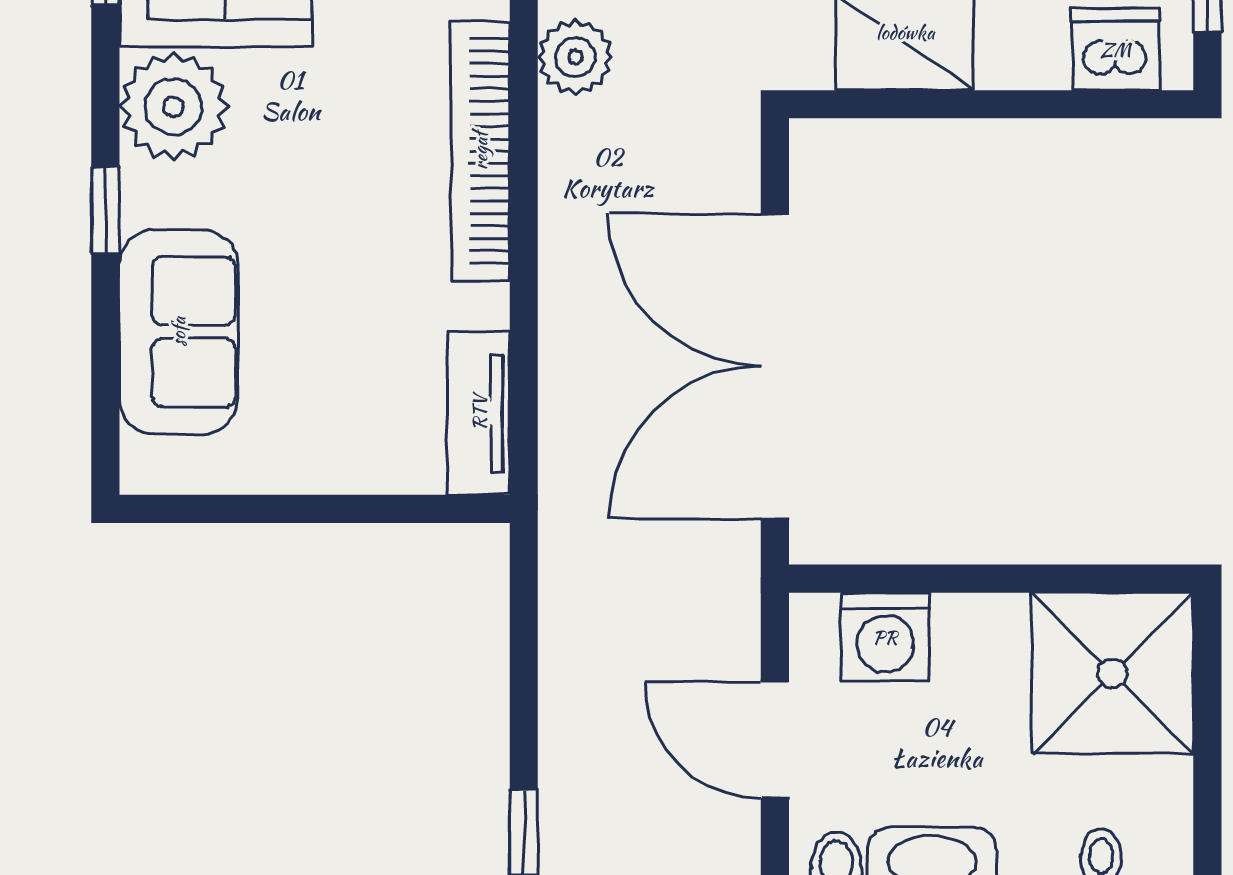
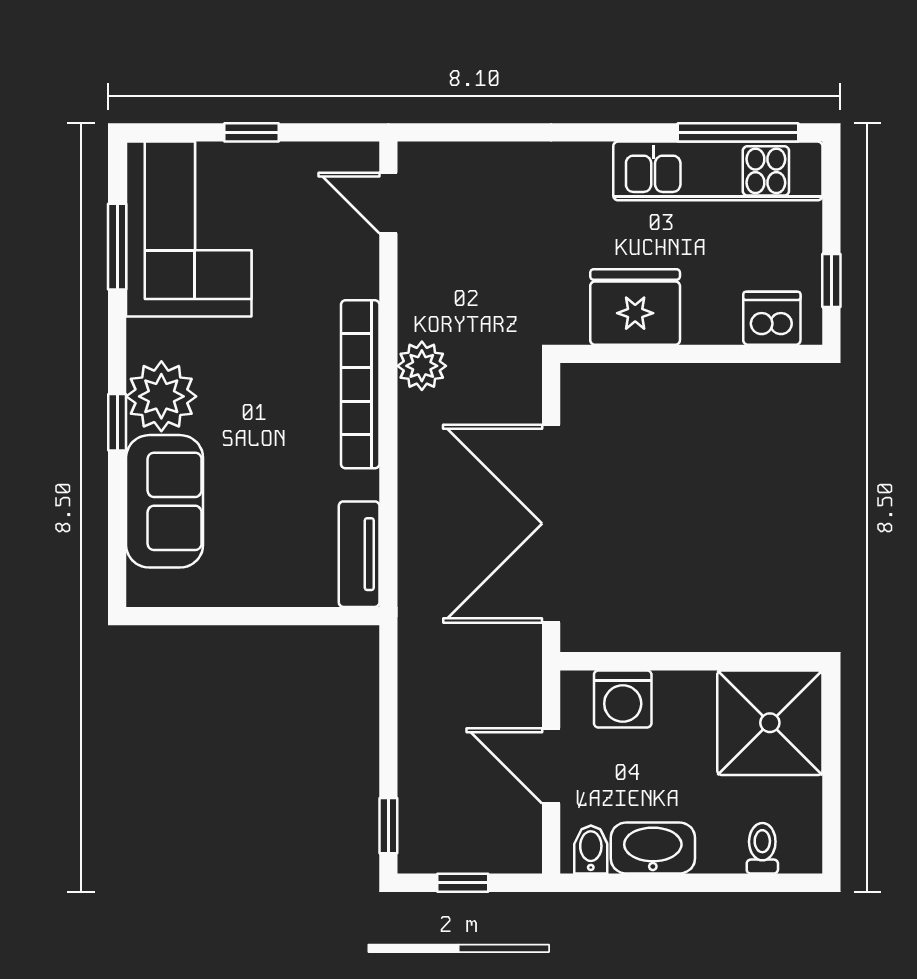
plant: (575, 57) -> (422, 366), moved
plant: (173, 107) -> (161, 396), moved

